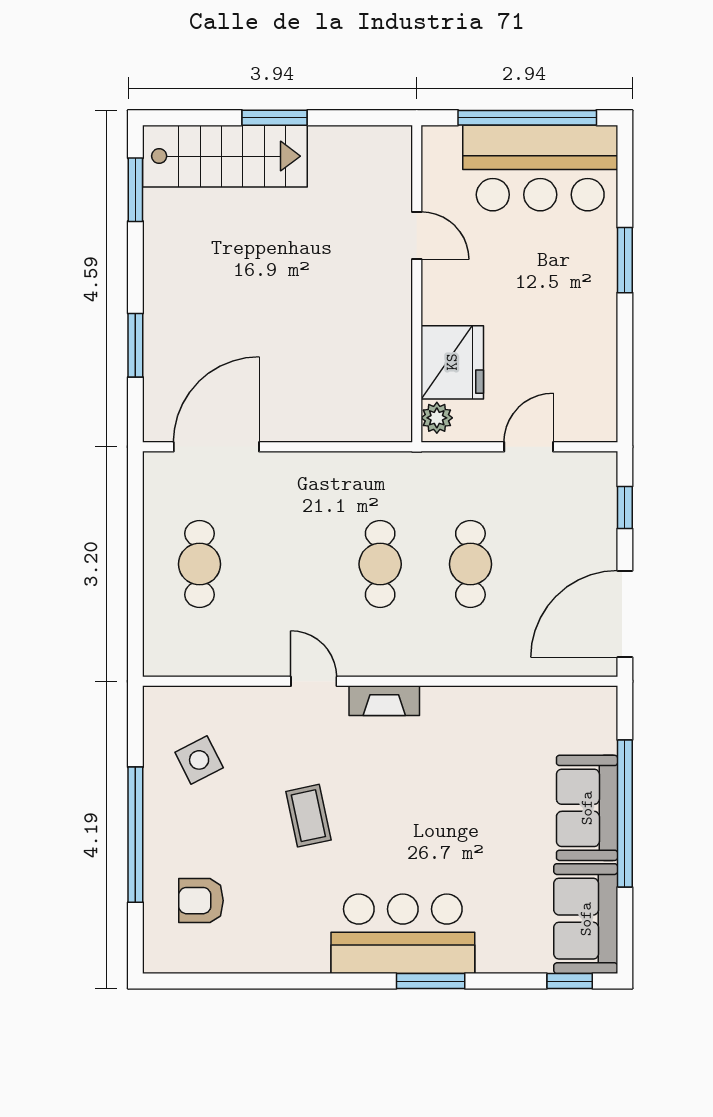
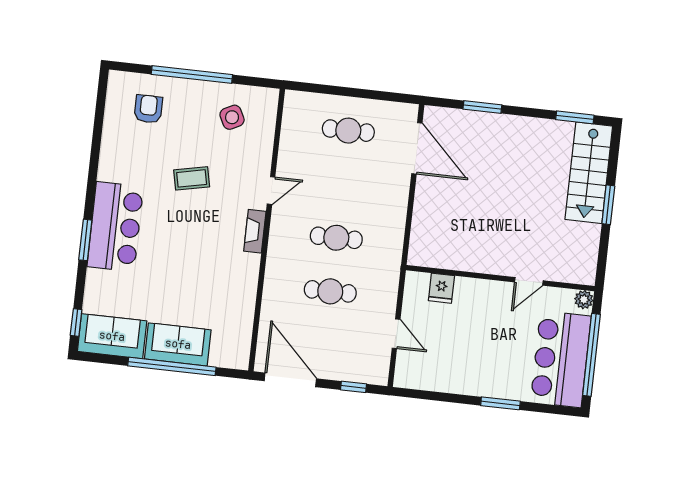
fridge: (452, 362) -> (441, 288), width x0.53, depth x0.75
plant: (437, 418) -> (584, 300), moved

